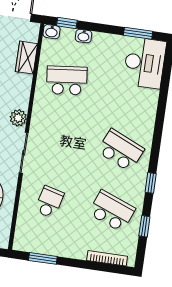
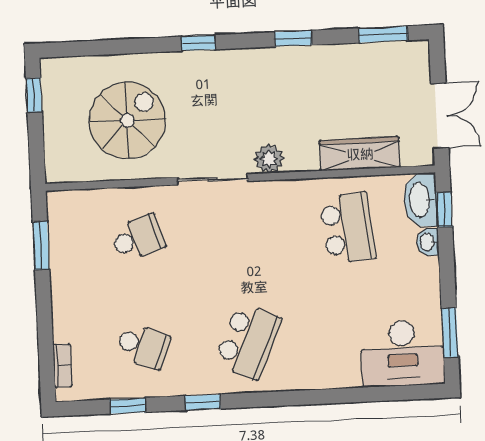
washbasin: (52, 32) -> (420, 200), width x1.91, depth x1.45
wardrobe: (26, 58) -> (360, 154), width x1.50
school desk: (49, 202) -> (138, 238), turned -33
school desk: (112, 211) -> (143, 346), width x0.54
bookcase: (107, 258) -> (62, 366), width x0.64

